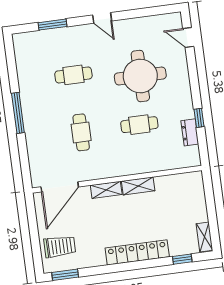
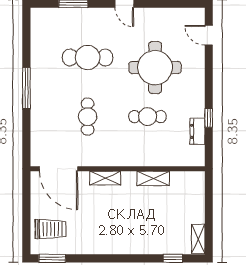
cafe table: (73, 75) -> (88, 58), width x1.37, depth x1.35
shelving: (138, 186) -> (153, 178), moved
door: (60, 187) -> (59, 169), hinge flipped
locker: (137, 252) -> (128, 245), removed

